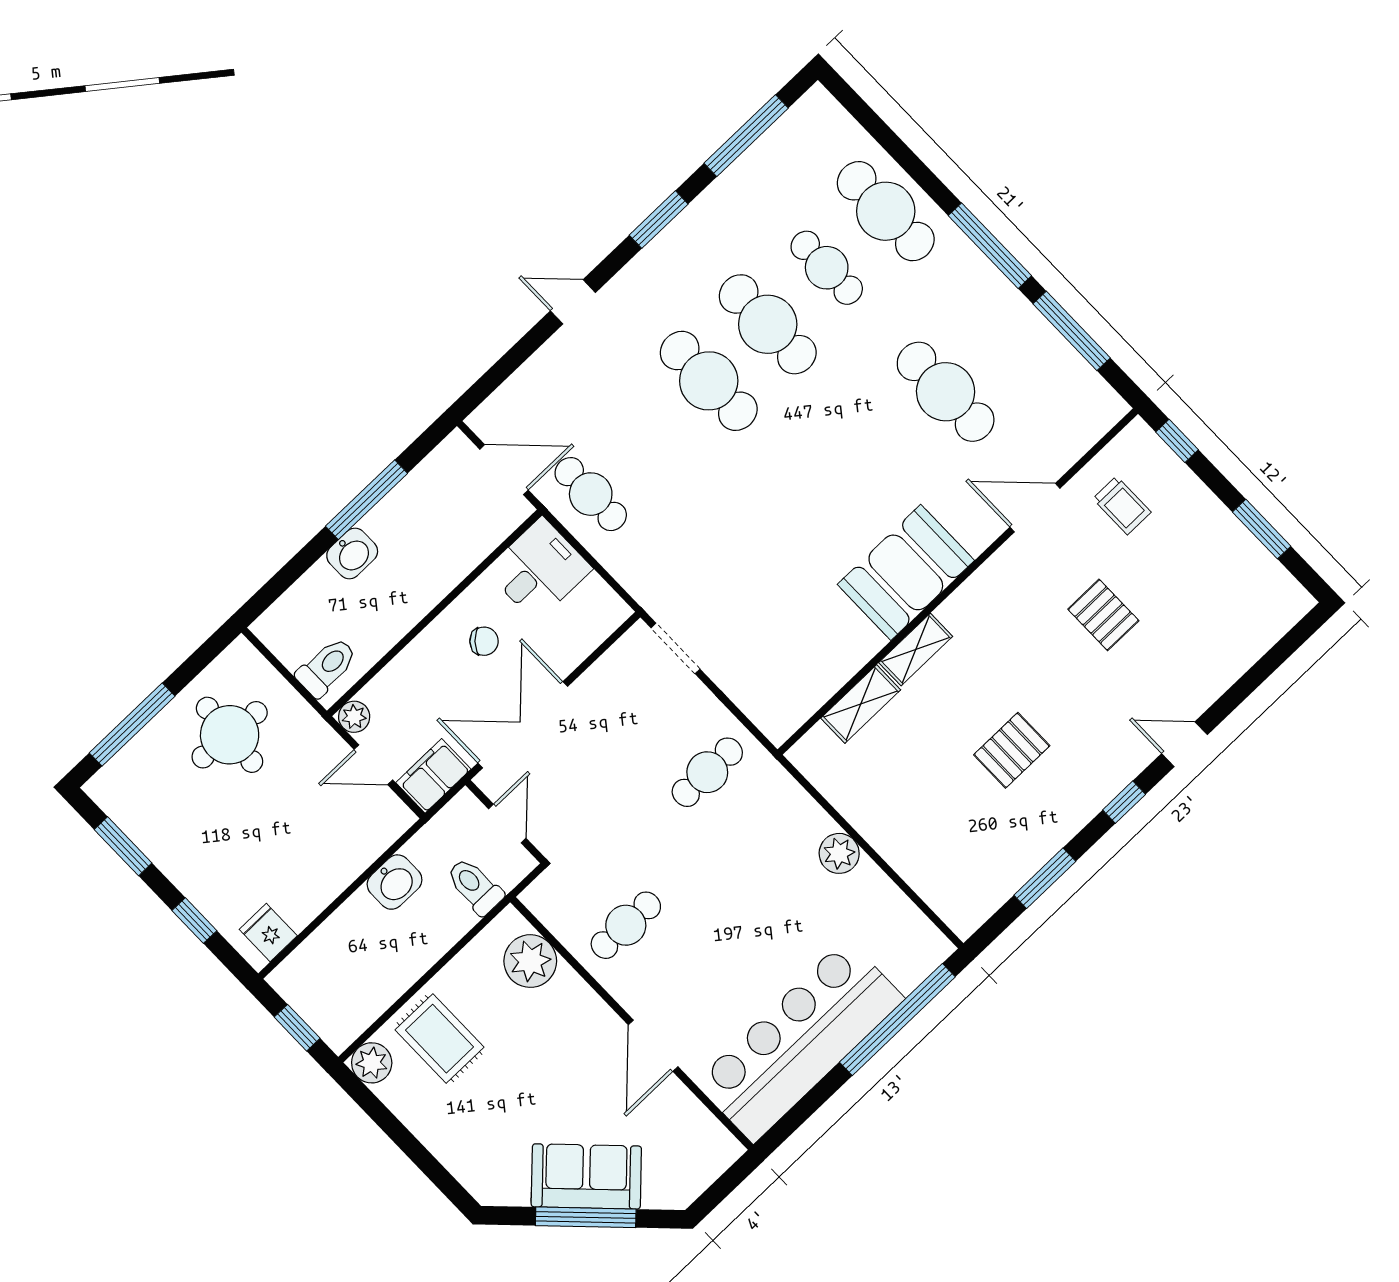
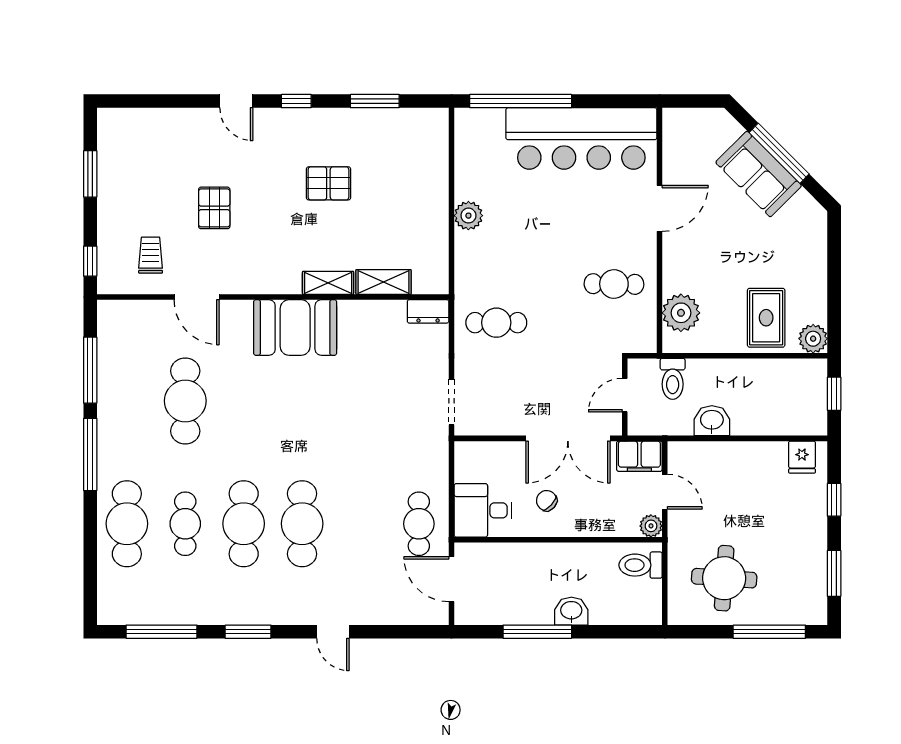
dresser: (787, 717) -> (428, 311), added

